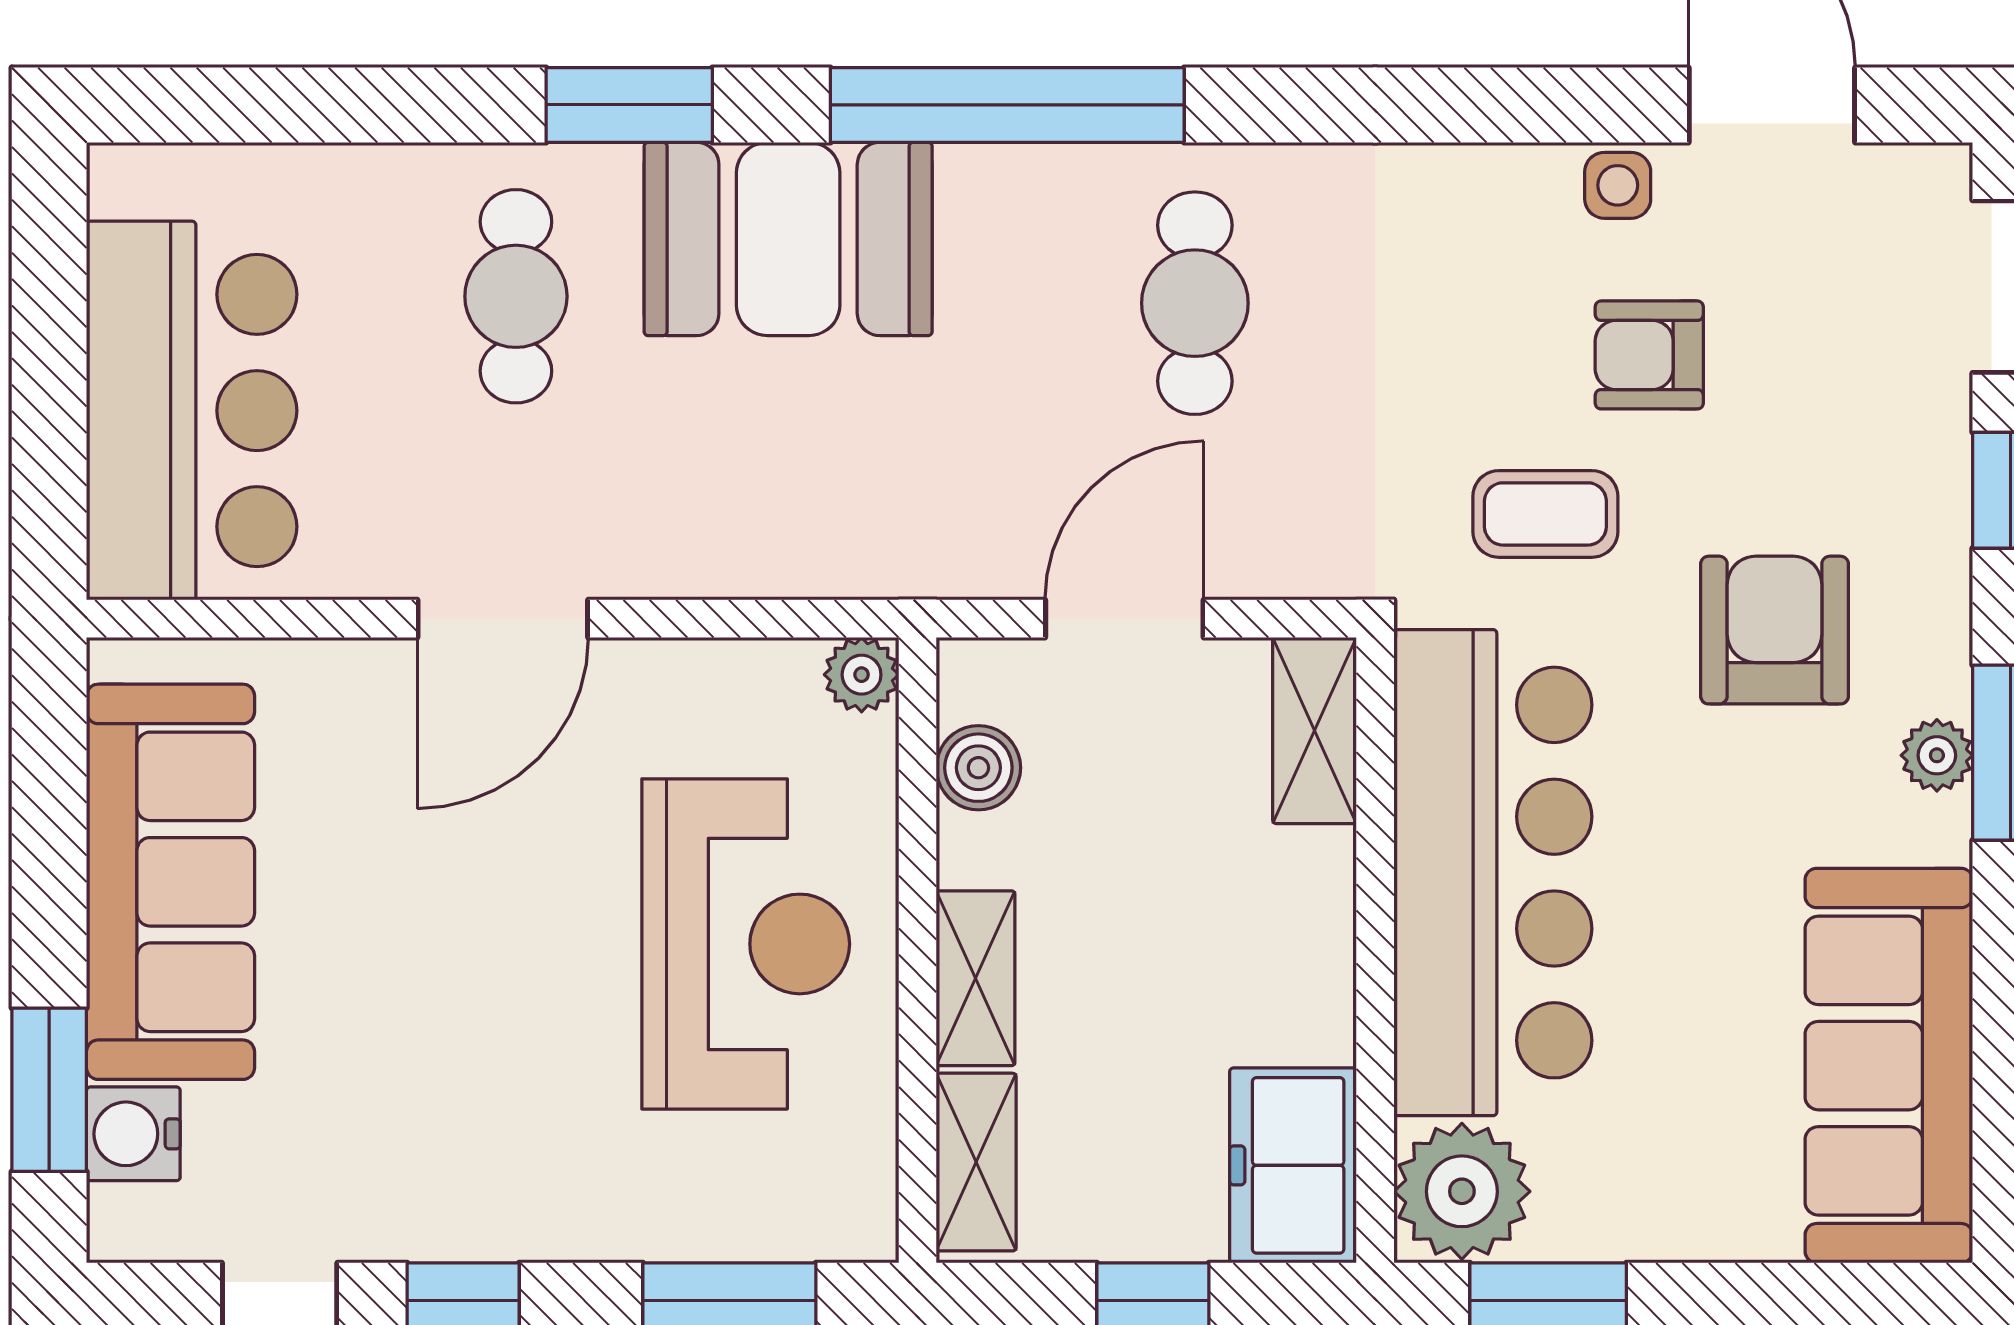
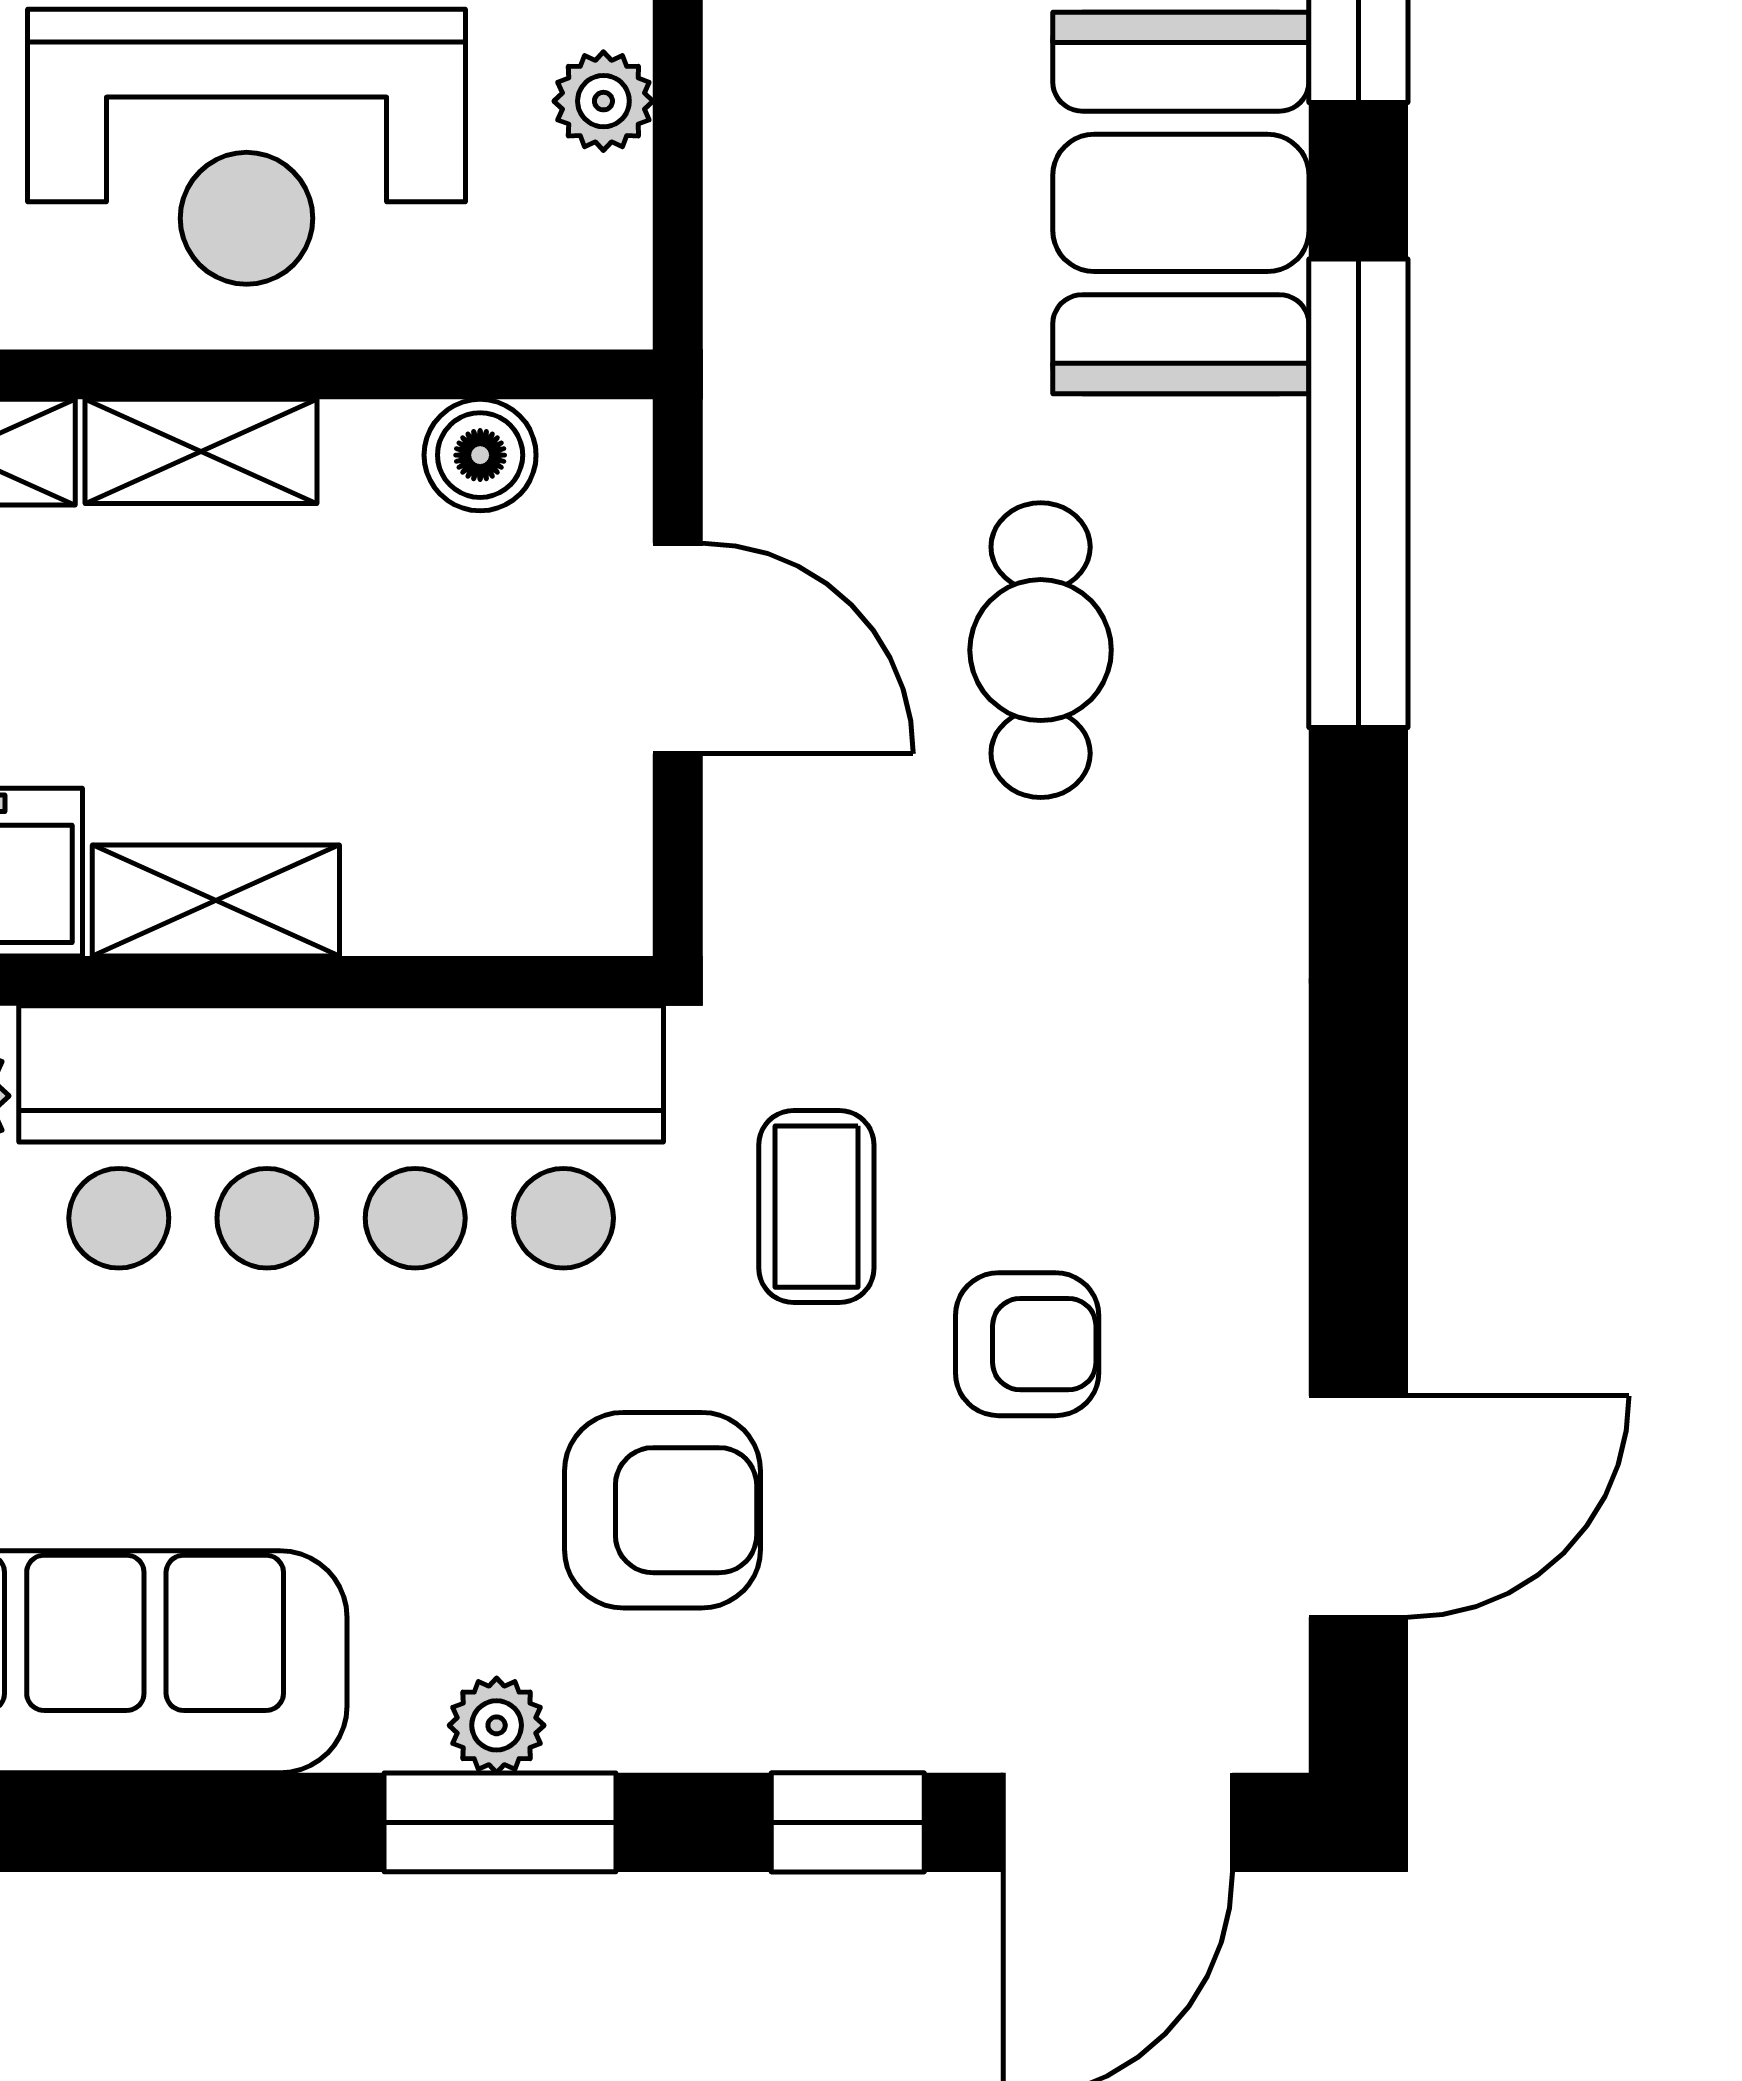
side table: (1618, 185) -> (1252, 1302), removed
cafe table: (1195, 303) -> (1041, 650), moved, turned 90
armchair: (1649, 355) -> (1027, 1344), turned 90
plant: (862, 675) -> (603, 101), moved
shelving: (1315, 730) -> (216, 901), moved

